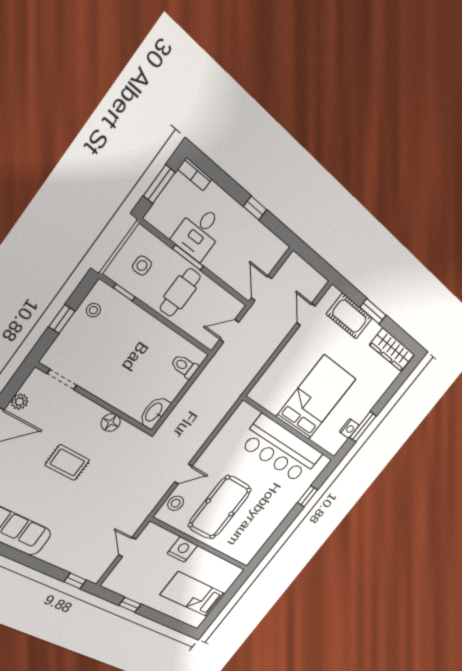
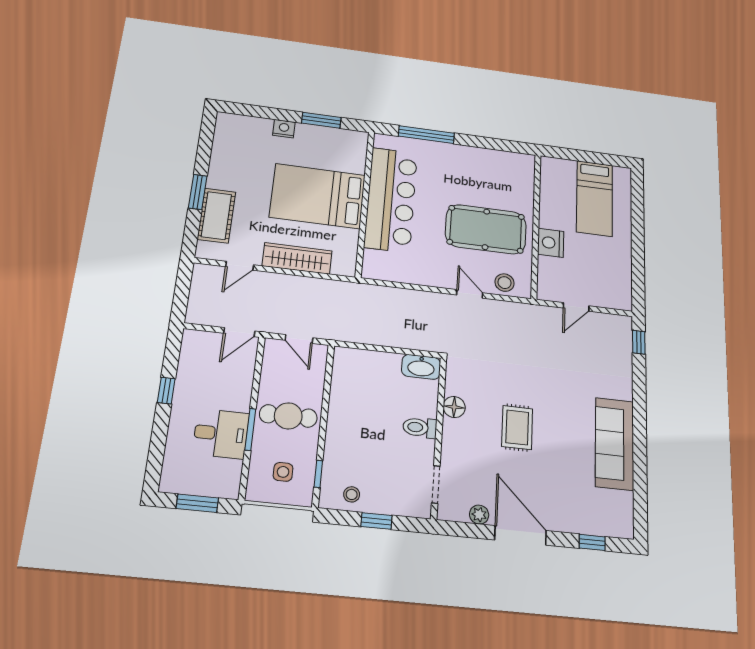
bookcase: (195, 174) -> (169, 473), removed
wardrobe: (392, 350) -> (297, 258), moved, turned -90
toilet: (184, 366) -> (420, 428), moved, turned 90
nightstand: (349, 429) -> (284, 129), moved
window: (307, 496) -> (426, 135), width x2.17
window: (130, 605) -> (638, 264), removed

